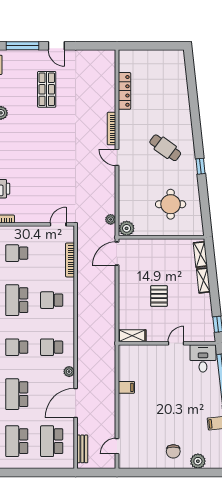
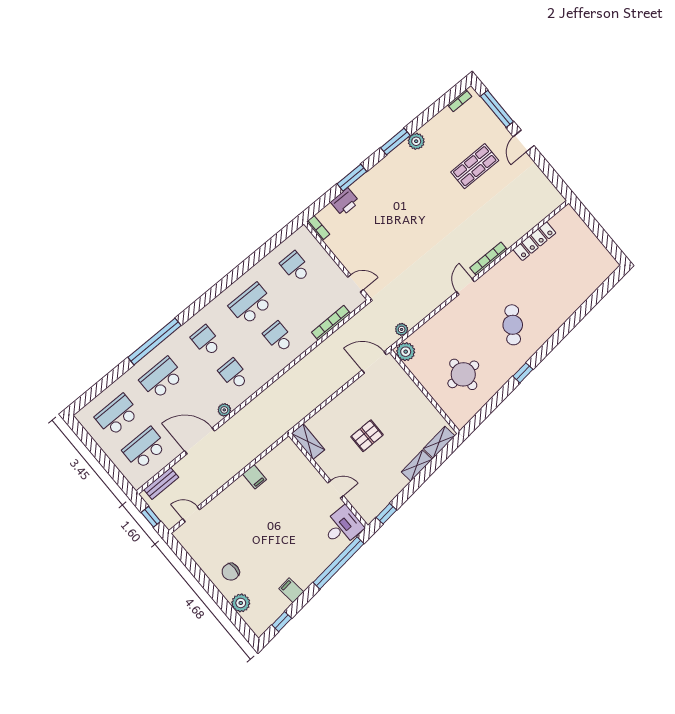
window: (98, 473) -> (151, 517), added

